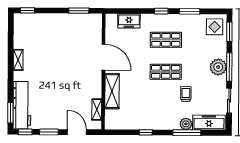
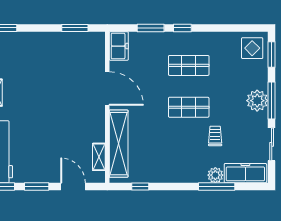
window: (190, 11) -> (151, 28), moved
freezer: (129, 21) -> (119, 46), moved, turned -90
shelving: (112, 91) -> (119, 144), width x1.47
window: (146, 132) -> (140, 187), moved

